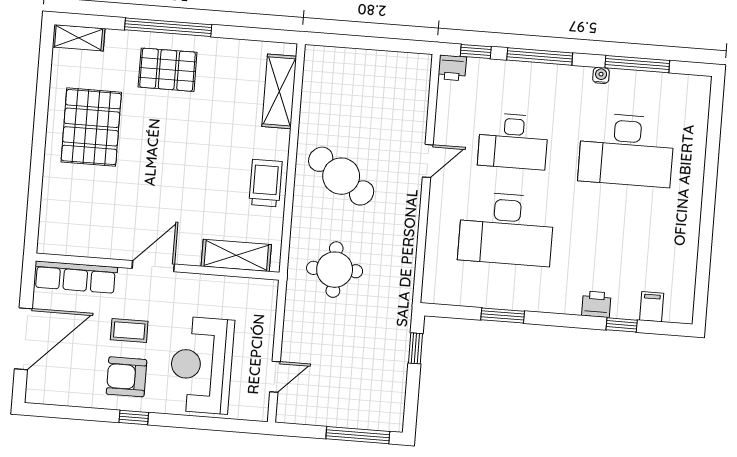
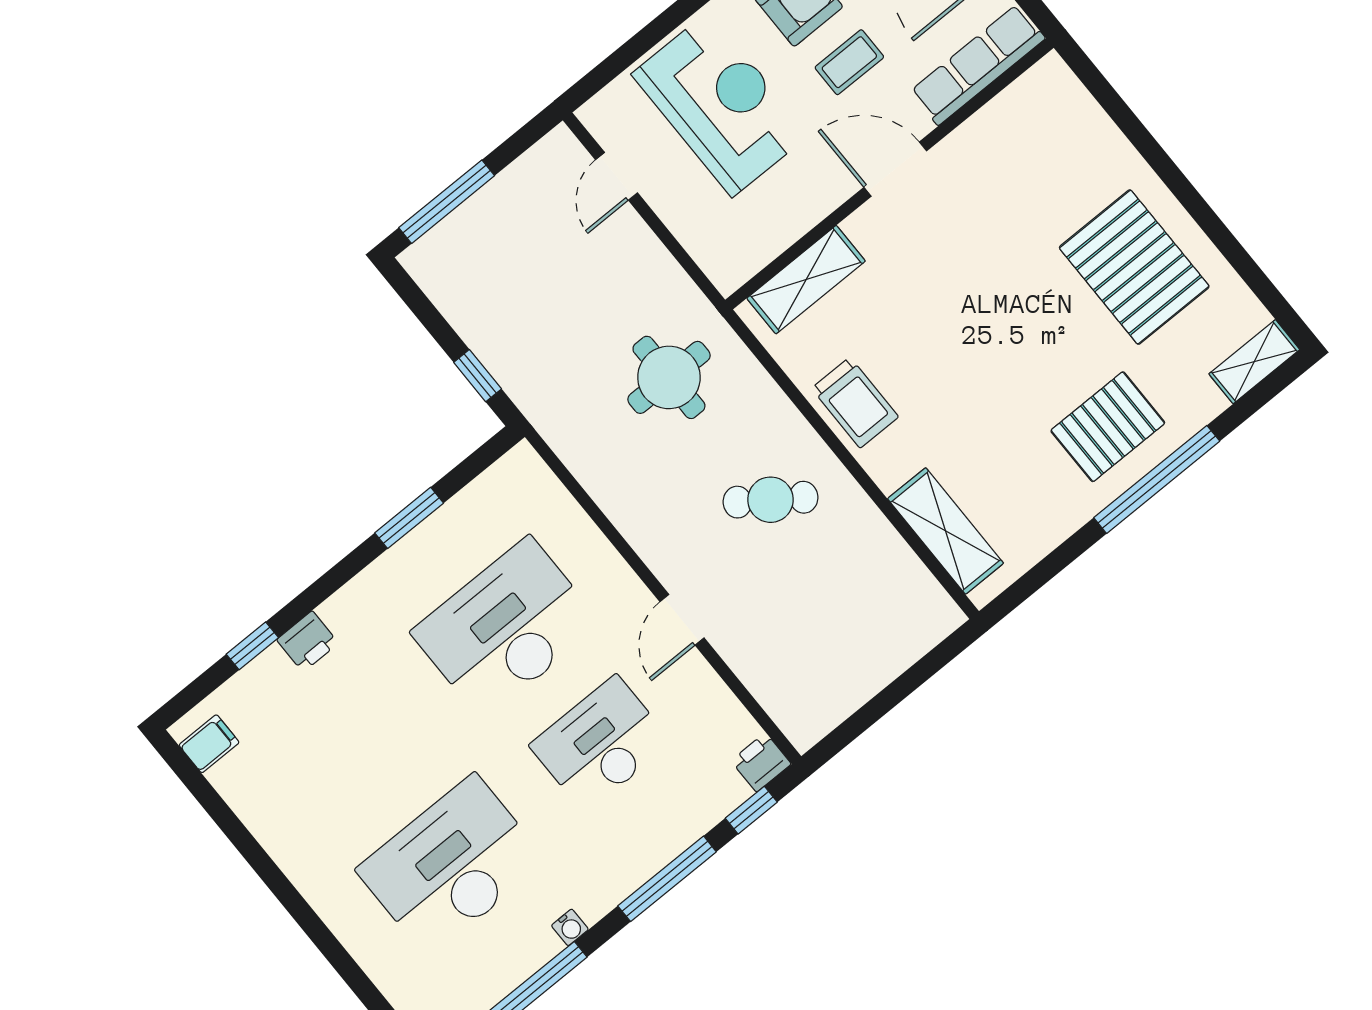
cafe table: (341, 176) -> (771, 500), width x0.73, depth x0.74
door: (153, 266) -> (895, 169), swing flipped
filing cabinet: (652, 307) -> (209, 744), moved, turned -90

